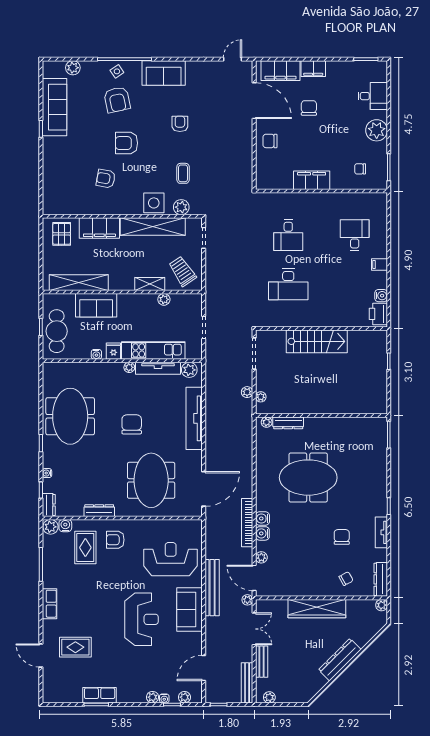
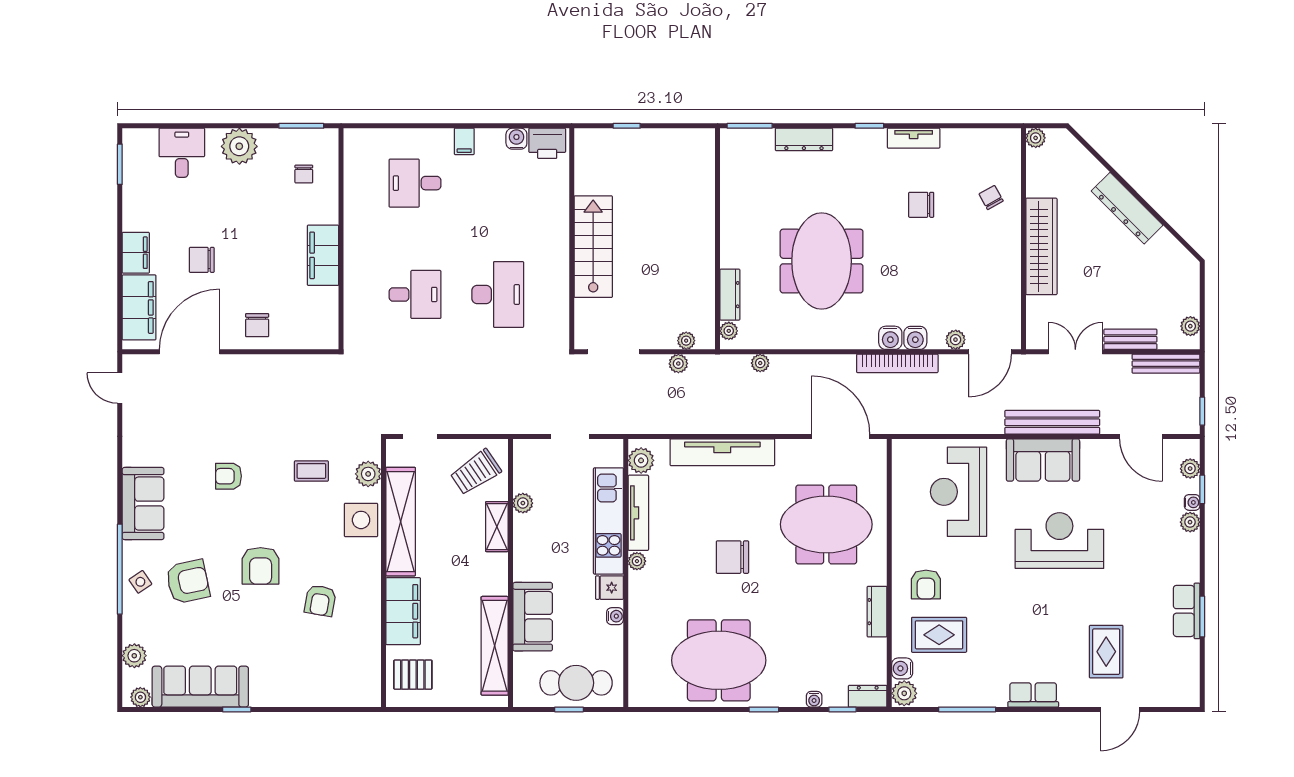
plant: (48, 71) -> (140, 697), added
dresser: (381, 579) -> (804, 139), moved
bench: (212, 588) -> (1052, 422), moved
plant: (247, 600) -> (760, 363), moved

